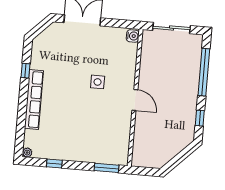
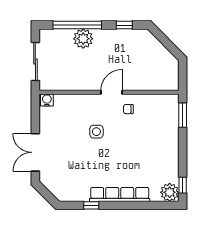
plant: (190, 77) -> (83, 39), added
chair: (117, 115) -> (128, 109), added
plant: (27, 153) -> (170, 192), width x1.88, depth x1.88
window: (54, 163) -> (183, 185), moved

